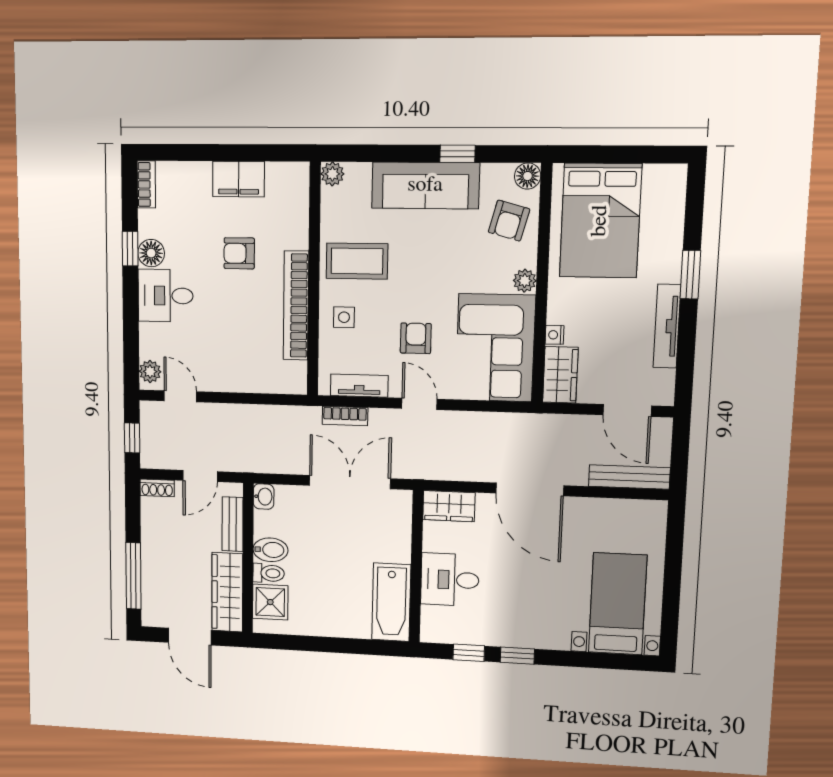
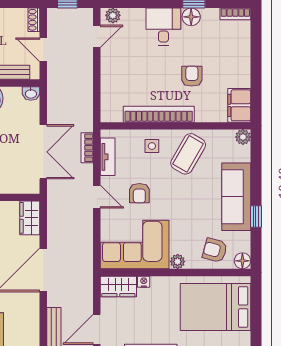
filing cabinet: (239, 179) -> (239, 105), moved
coffee table: (357, 261) -> (188, 154), turned 30
armchair: (416, 338) -> (139, 193), turned 90
door: (419, 404) -> (97, 197), hinge flipped

